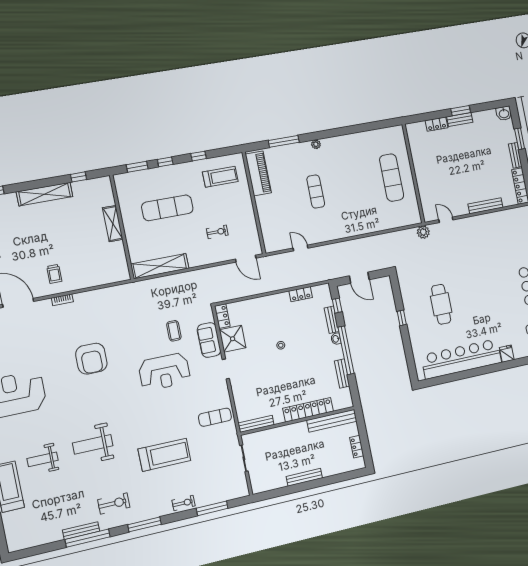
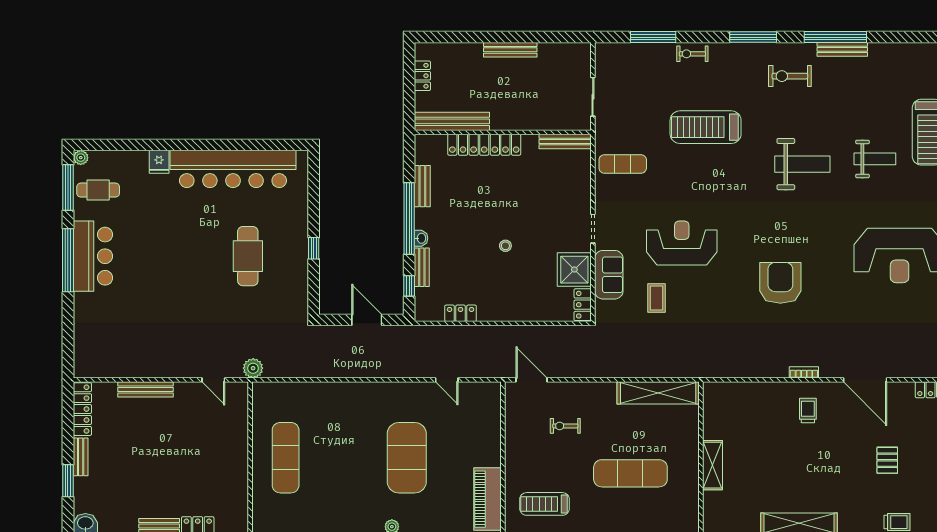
exercise mat: (316, 192) -> (407, 458), width x2.00, depth x1.45

